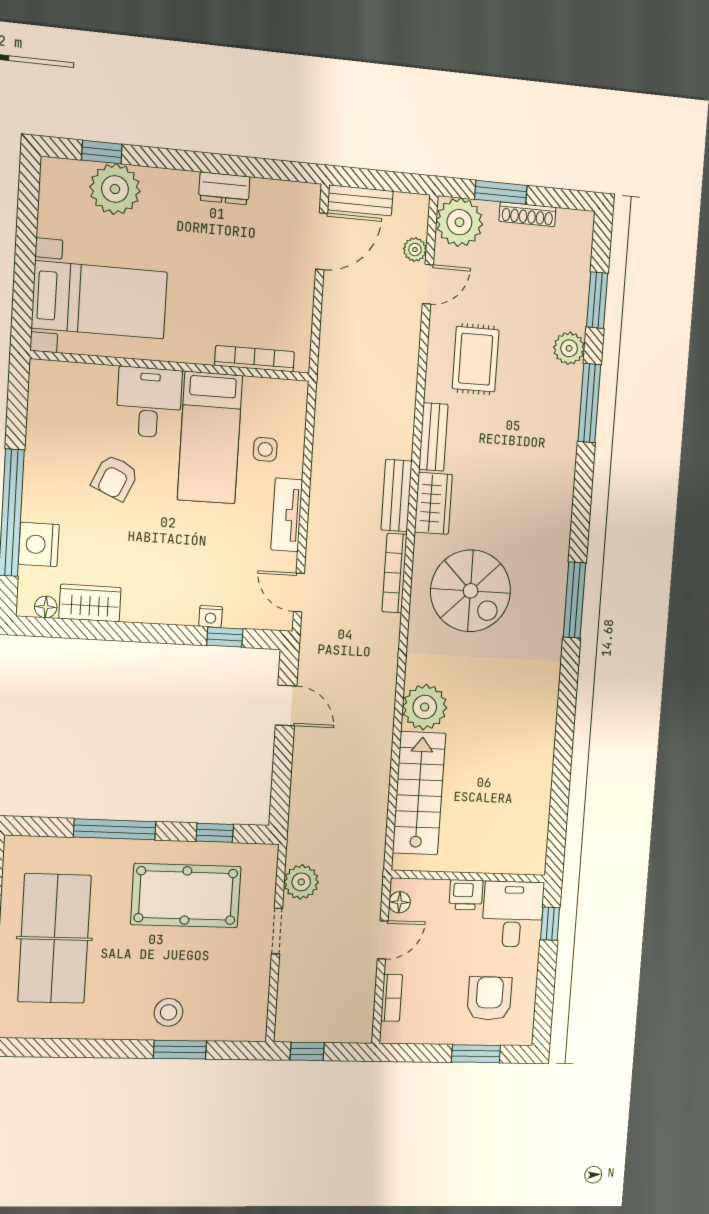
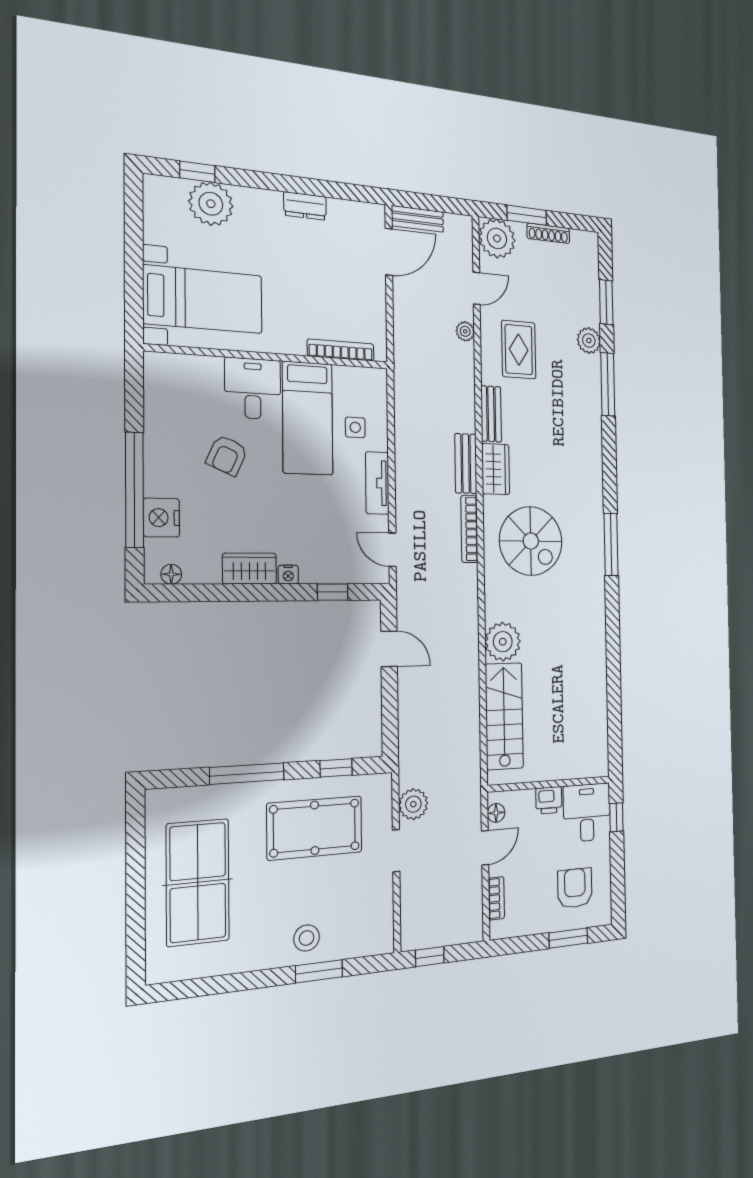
plant: (415, 250) -> (465, 331), moved
wardrobe: (90, 603) -> (250, 569), moved
nightstand: (211, 616) -> (288, 575), moved

